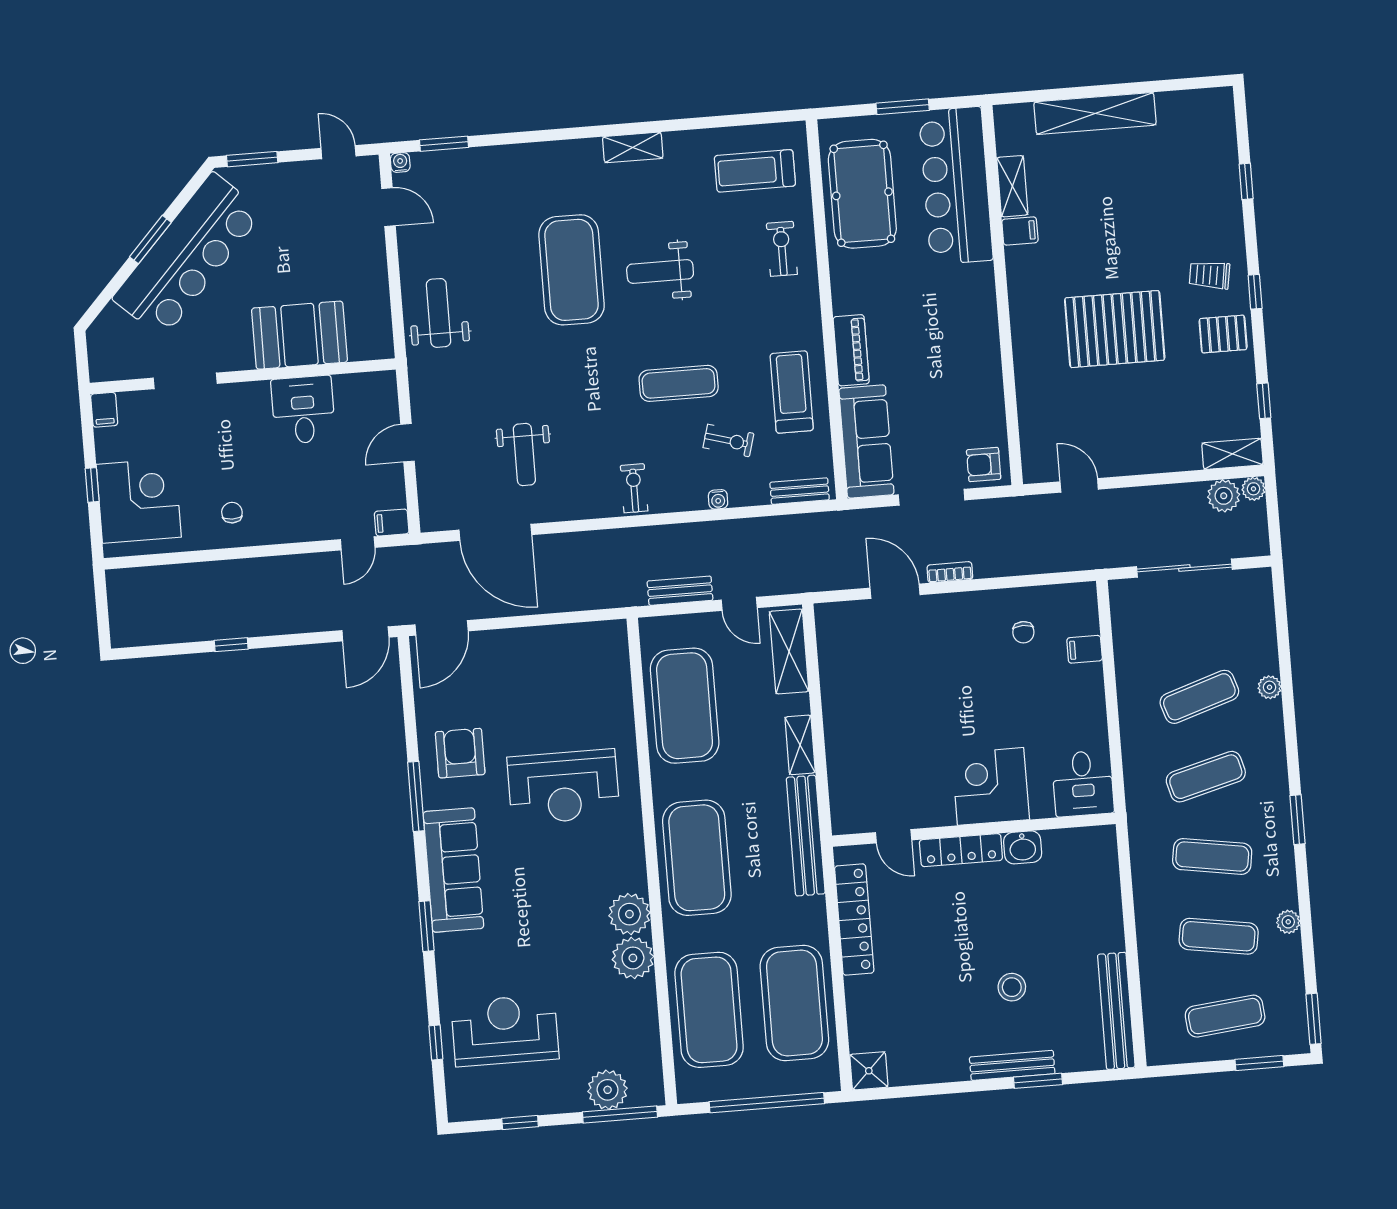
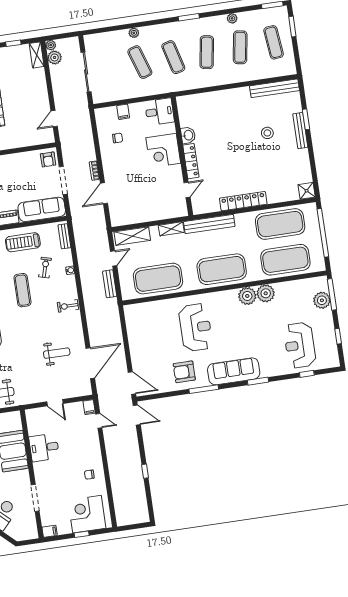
desk: (1083, 784) -> (159, 112), moved
corner desk: (991, 786) -> (163, 150), moved
wall: (974, 830) -> (182, 156), moved
door: (894, 836) -> (187, 190), moved
washbasin: (1023, 847) -> (188, 135), moved
locker: (961, 850) -> (191, 161), moved

